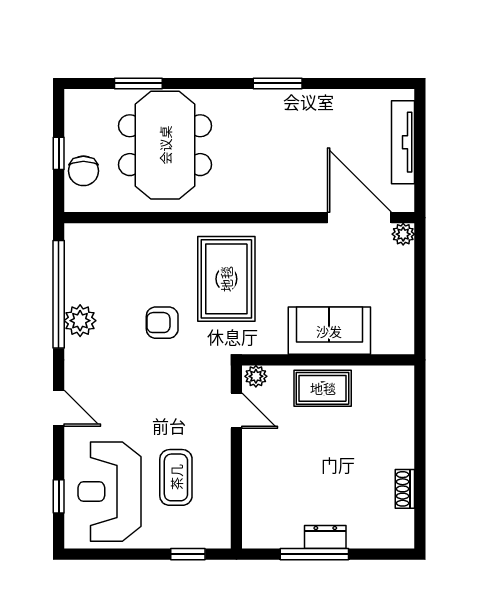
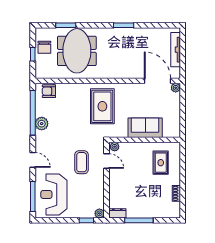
chair: (83, 171) -> (44, 47), moved
armchair: (162, 323) -> (49, 91), moved
rug: (323, 388) -> (161, 163), moved, turned 90
coffee table: (176, 477) -> (82, 162), moved
window: (59, 496) -> (33, 197), width x2.17
plant: (219, 537) -> (99, 213), added
dresser: (325, 537) -> (117, 213), moved

